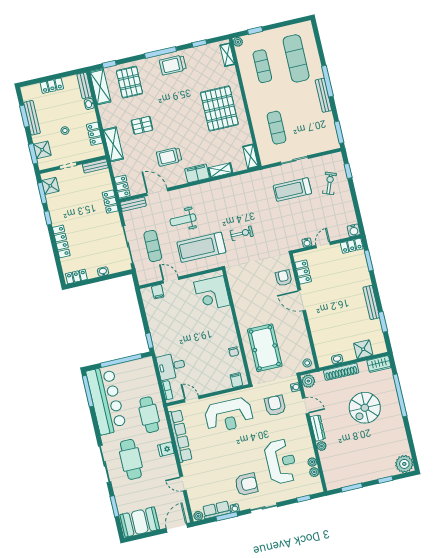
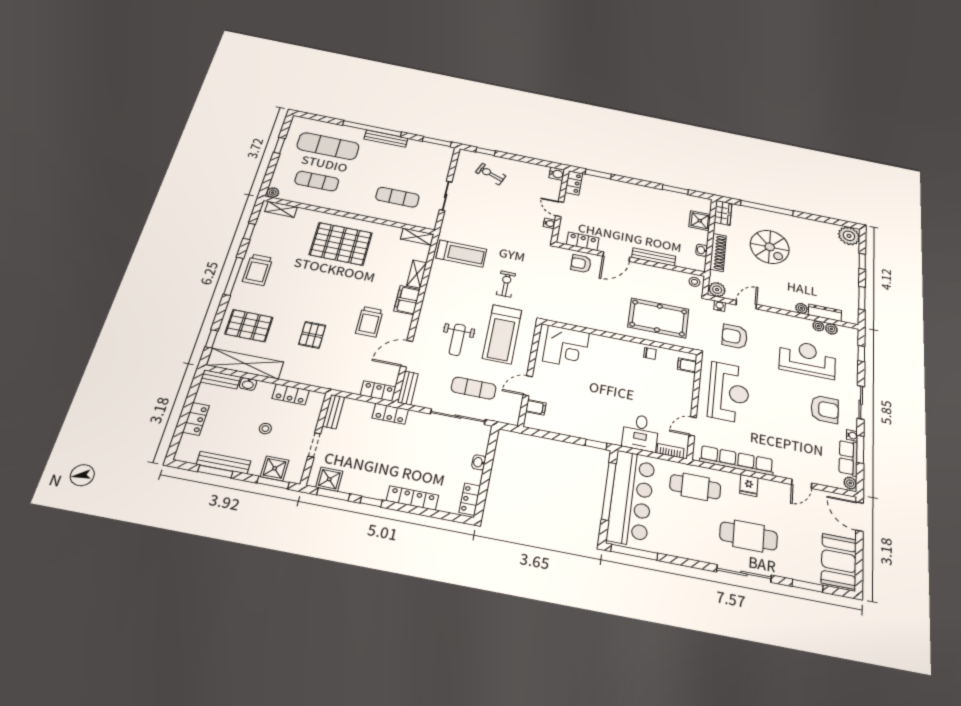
window: (255, 31) -> (279, 145), moved
window: (327, 81) -> (372, 129), width x1.46
shelving: (100, 87) -> (245, 364), width x1.47
shelving: (113, 144) -> (317, 378), removed
treadmill: (292, 190) -> (461, 254), moved, turned -90
bench: (371, 302) -> (654, 257), moved
bar counter: (106, 400) -> (631, 498), moved, turned 90
dresser: (318, 428) -> (825, 313), moved
armchair: (246, 484) -> (825, 409), turned 90

